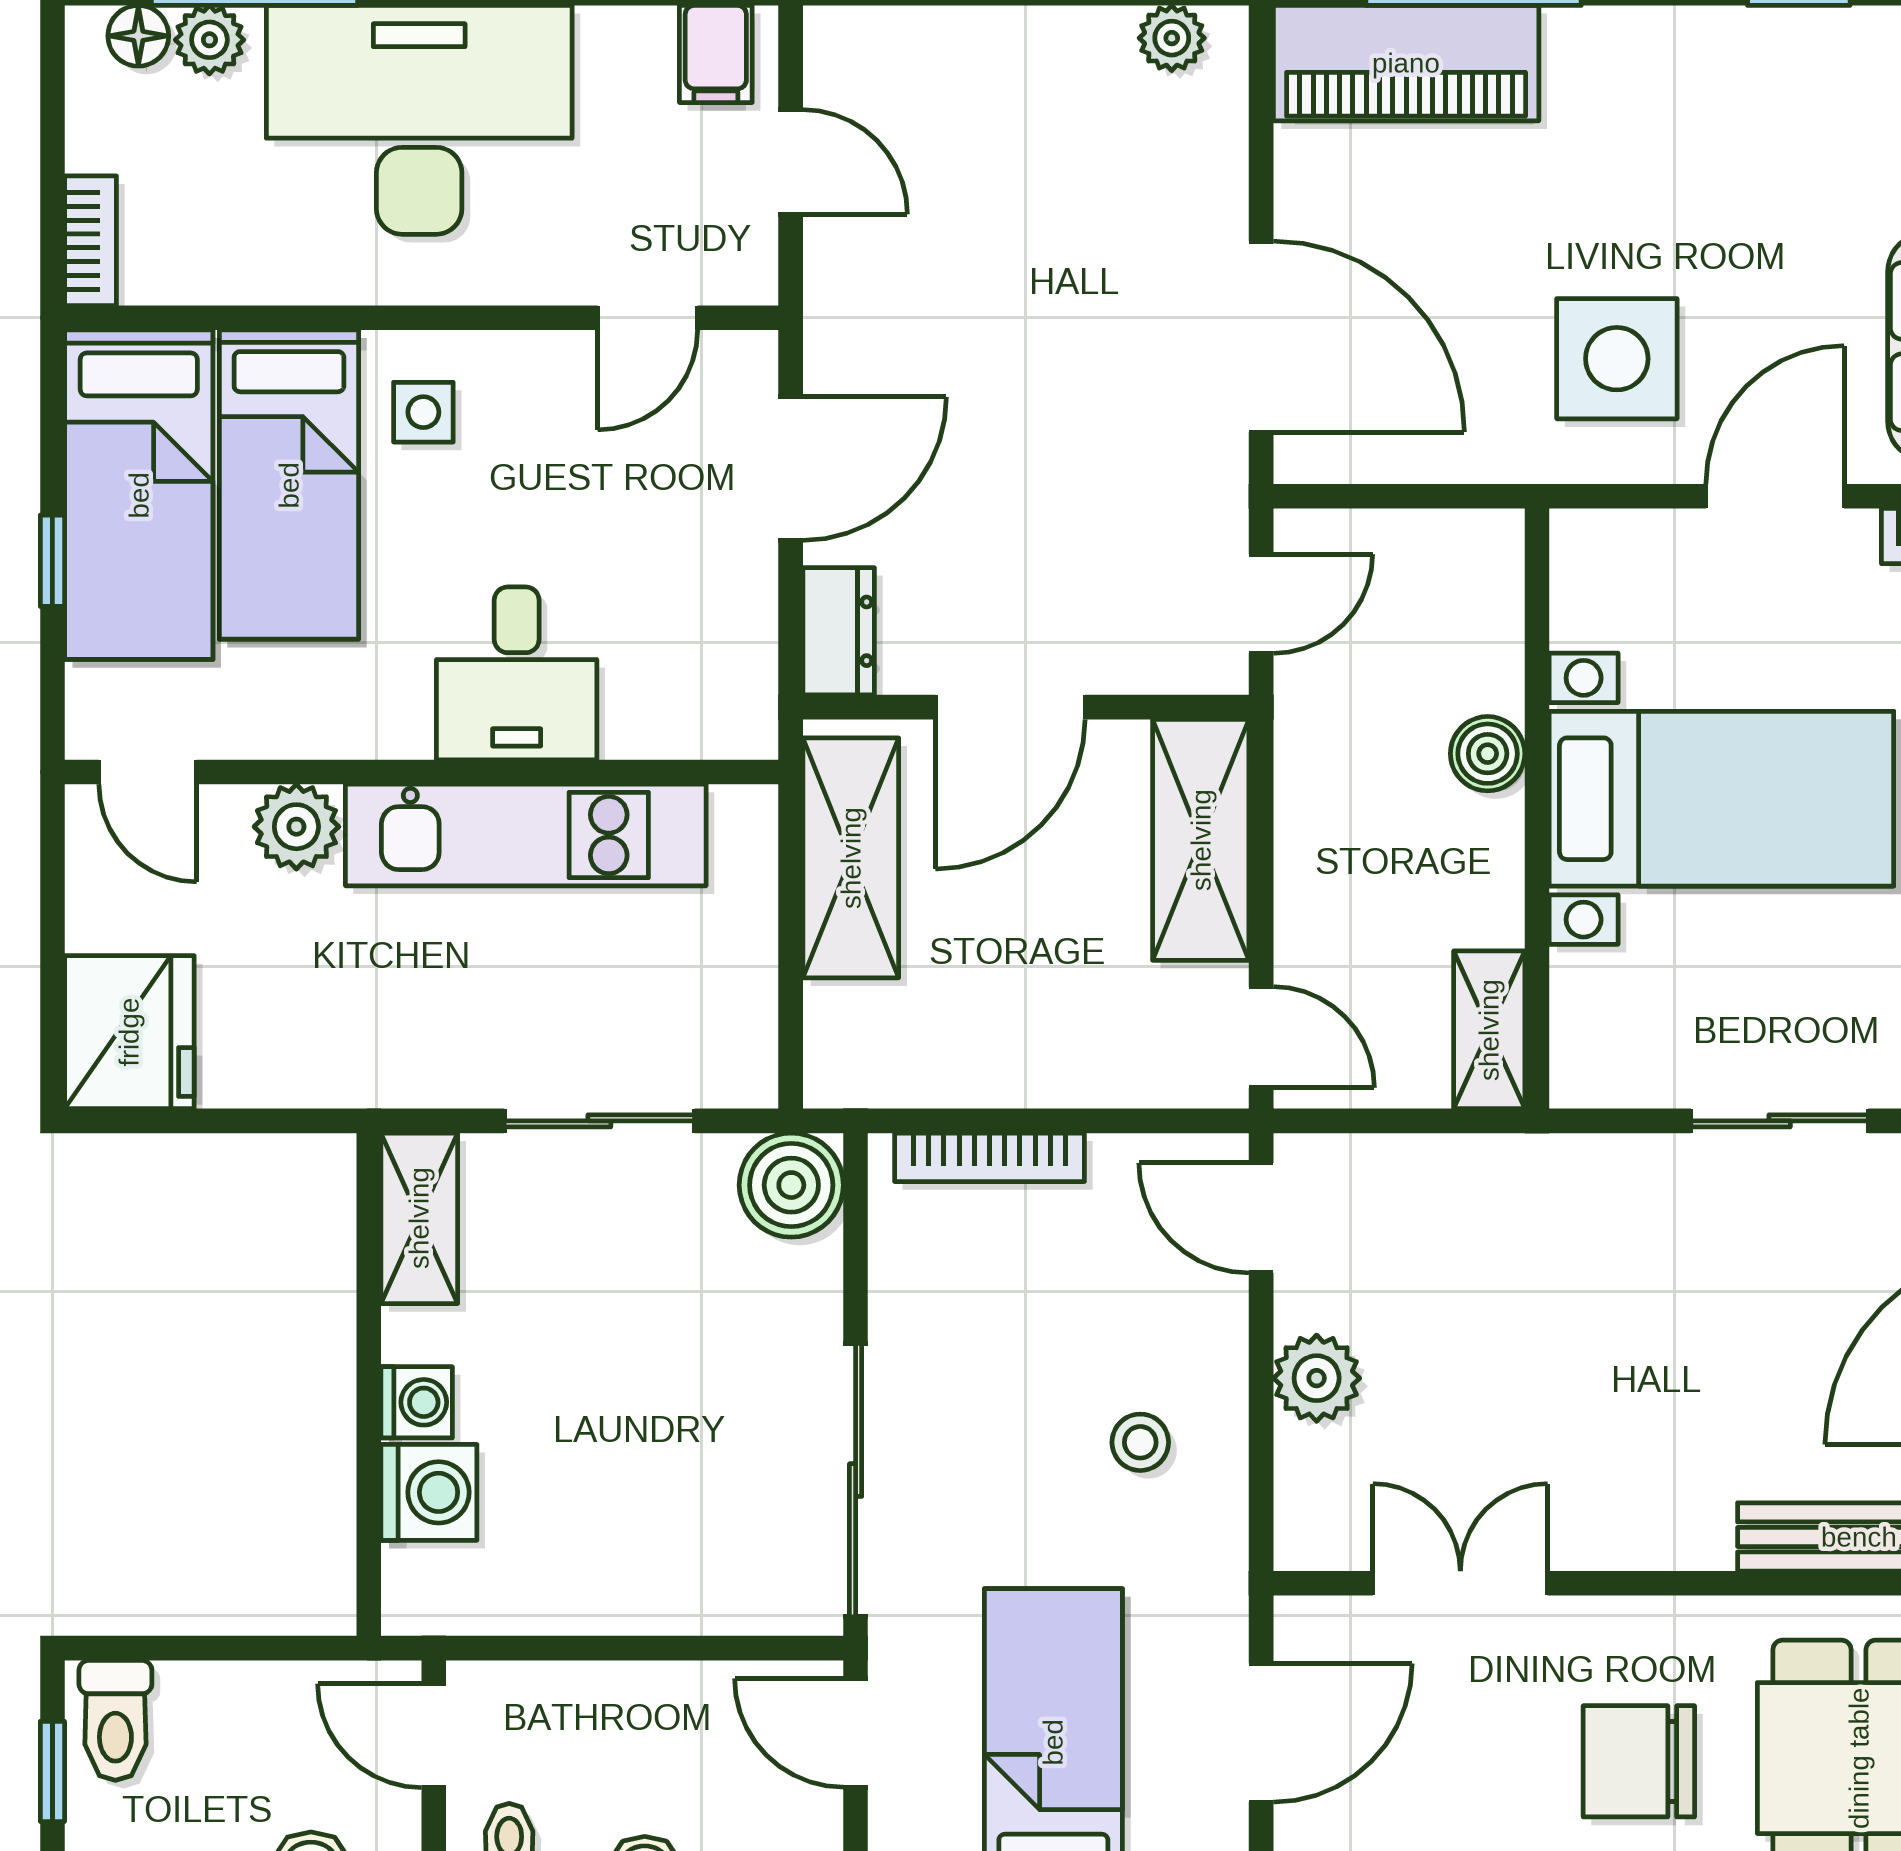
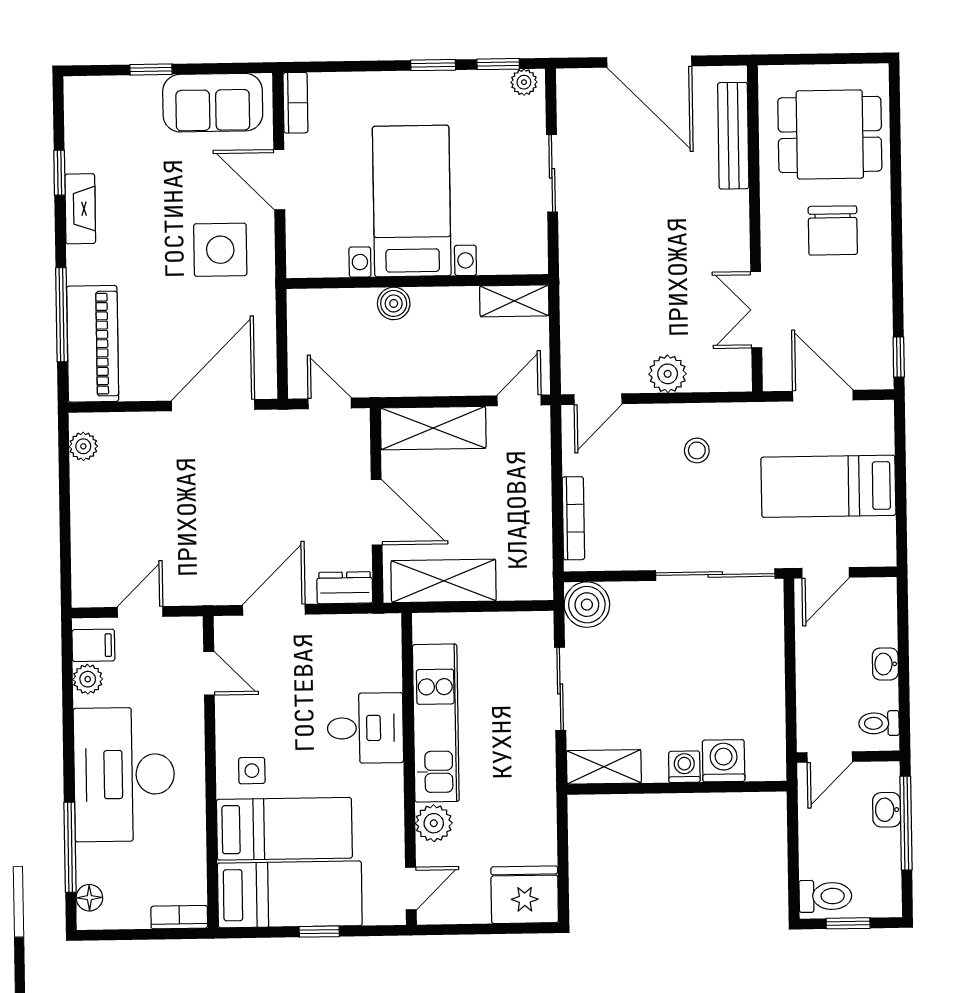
plant: (209, 40) -> (88, 679), moved
fireplace: (1716, 40) -> (80, 209), added
door: (791, 469) -> (274, 610), hinge flipped

